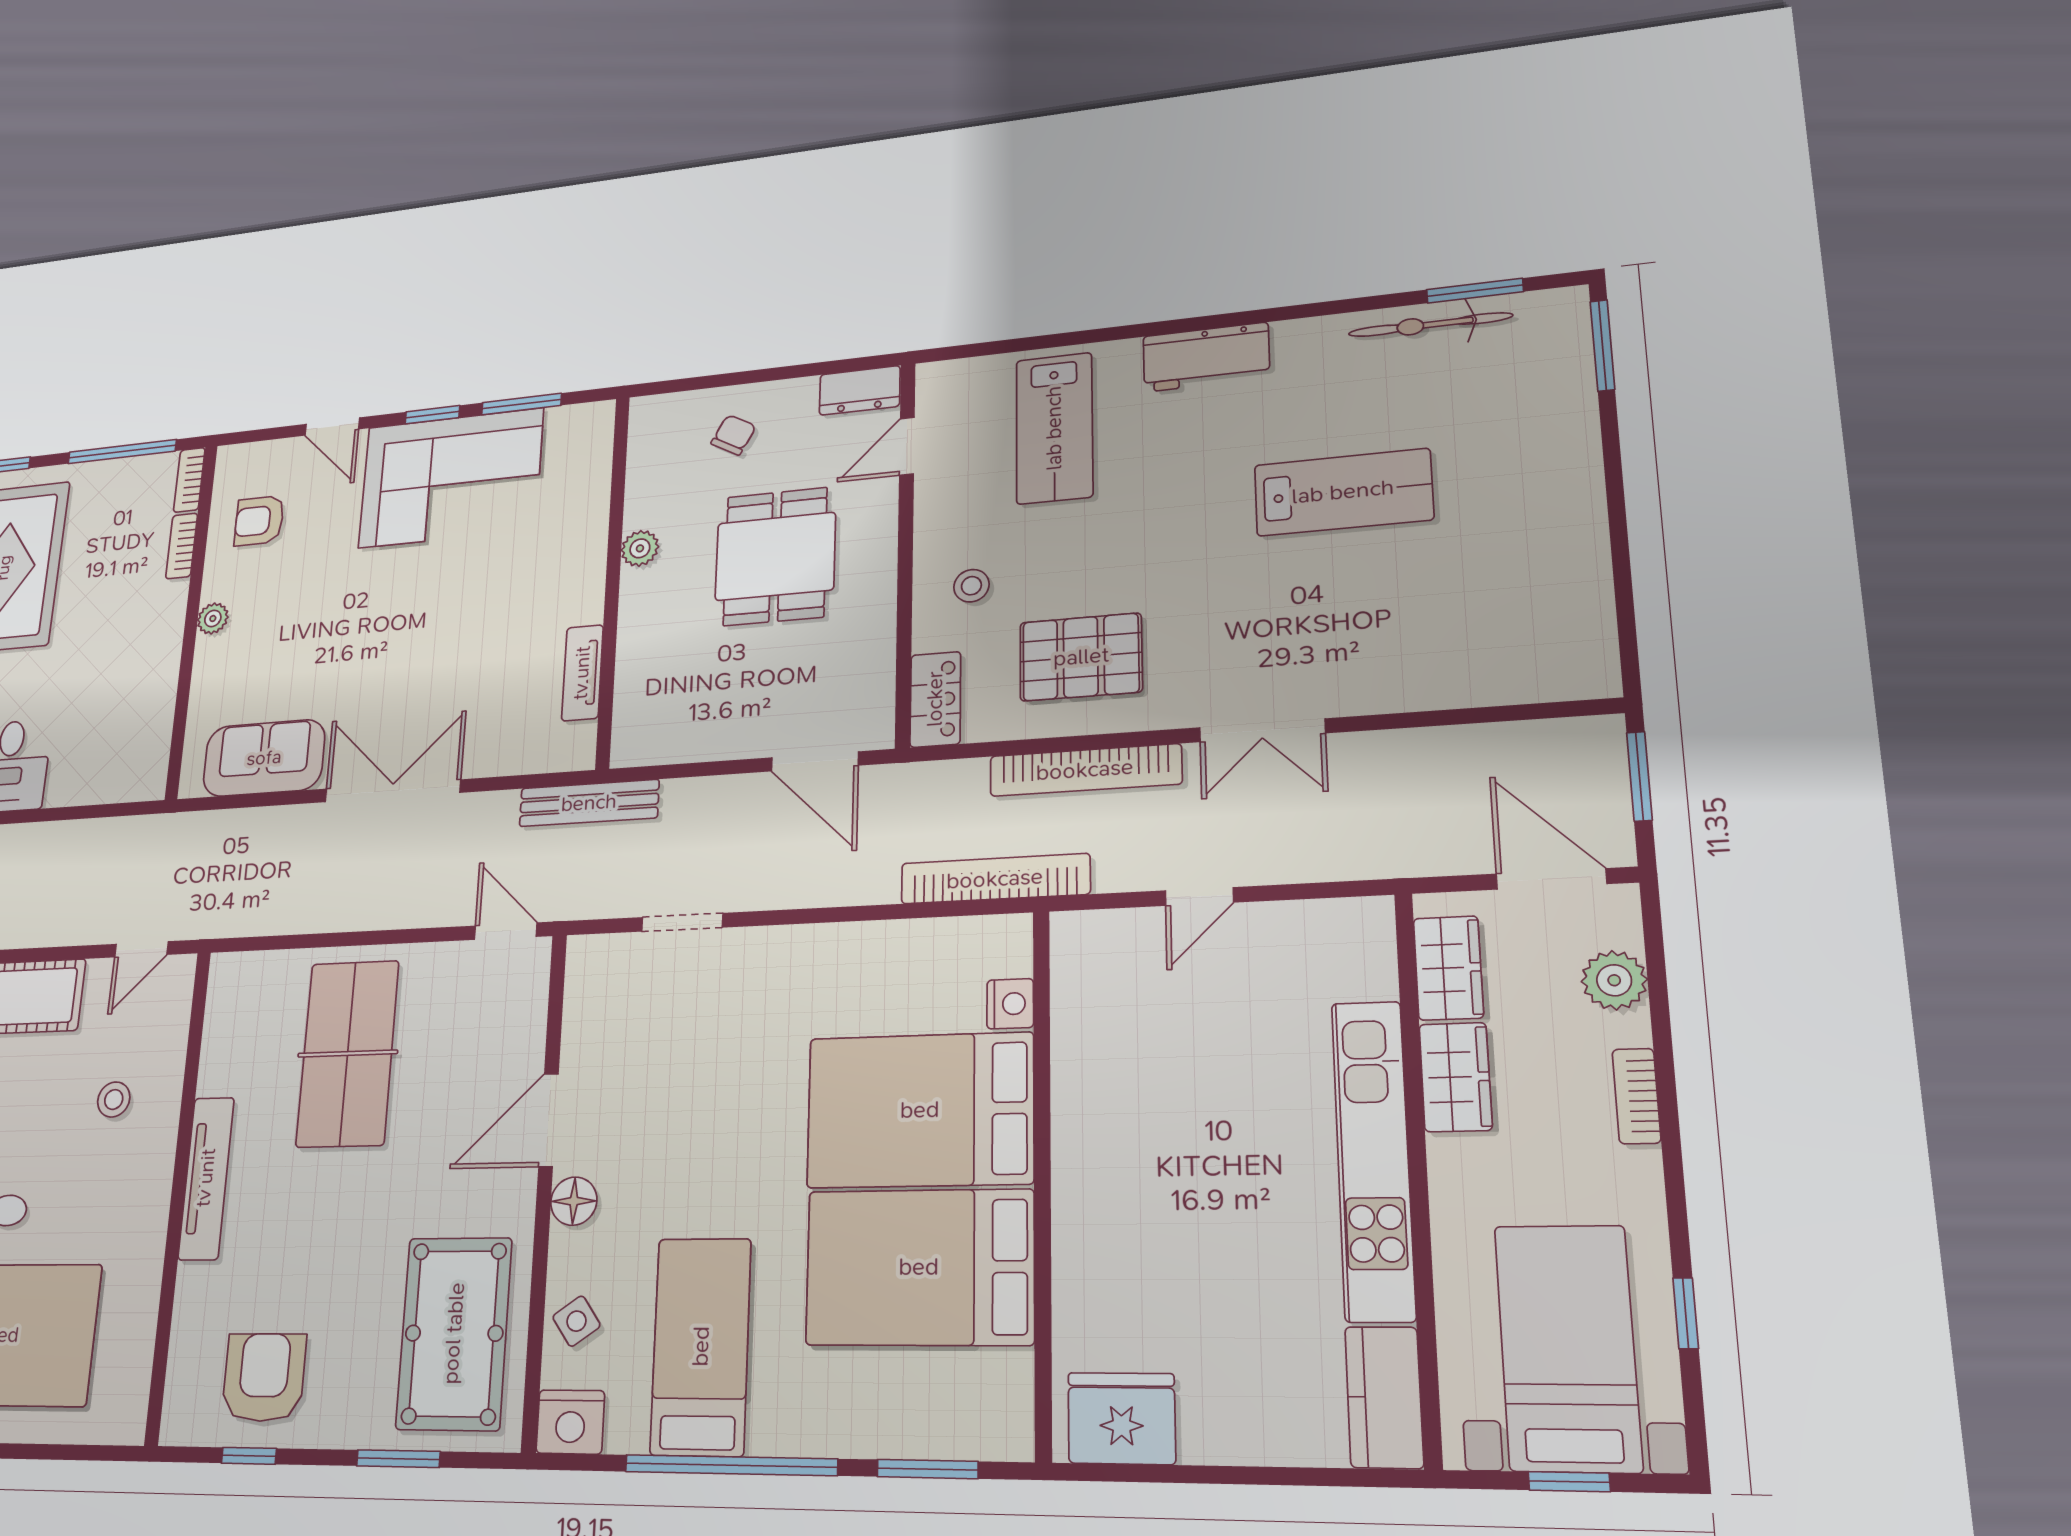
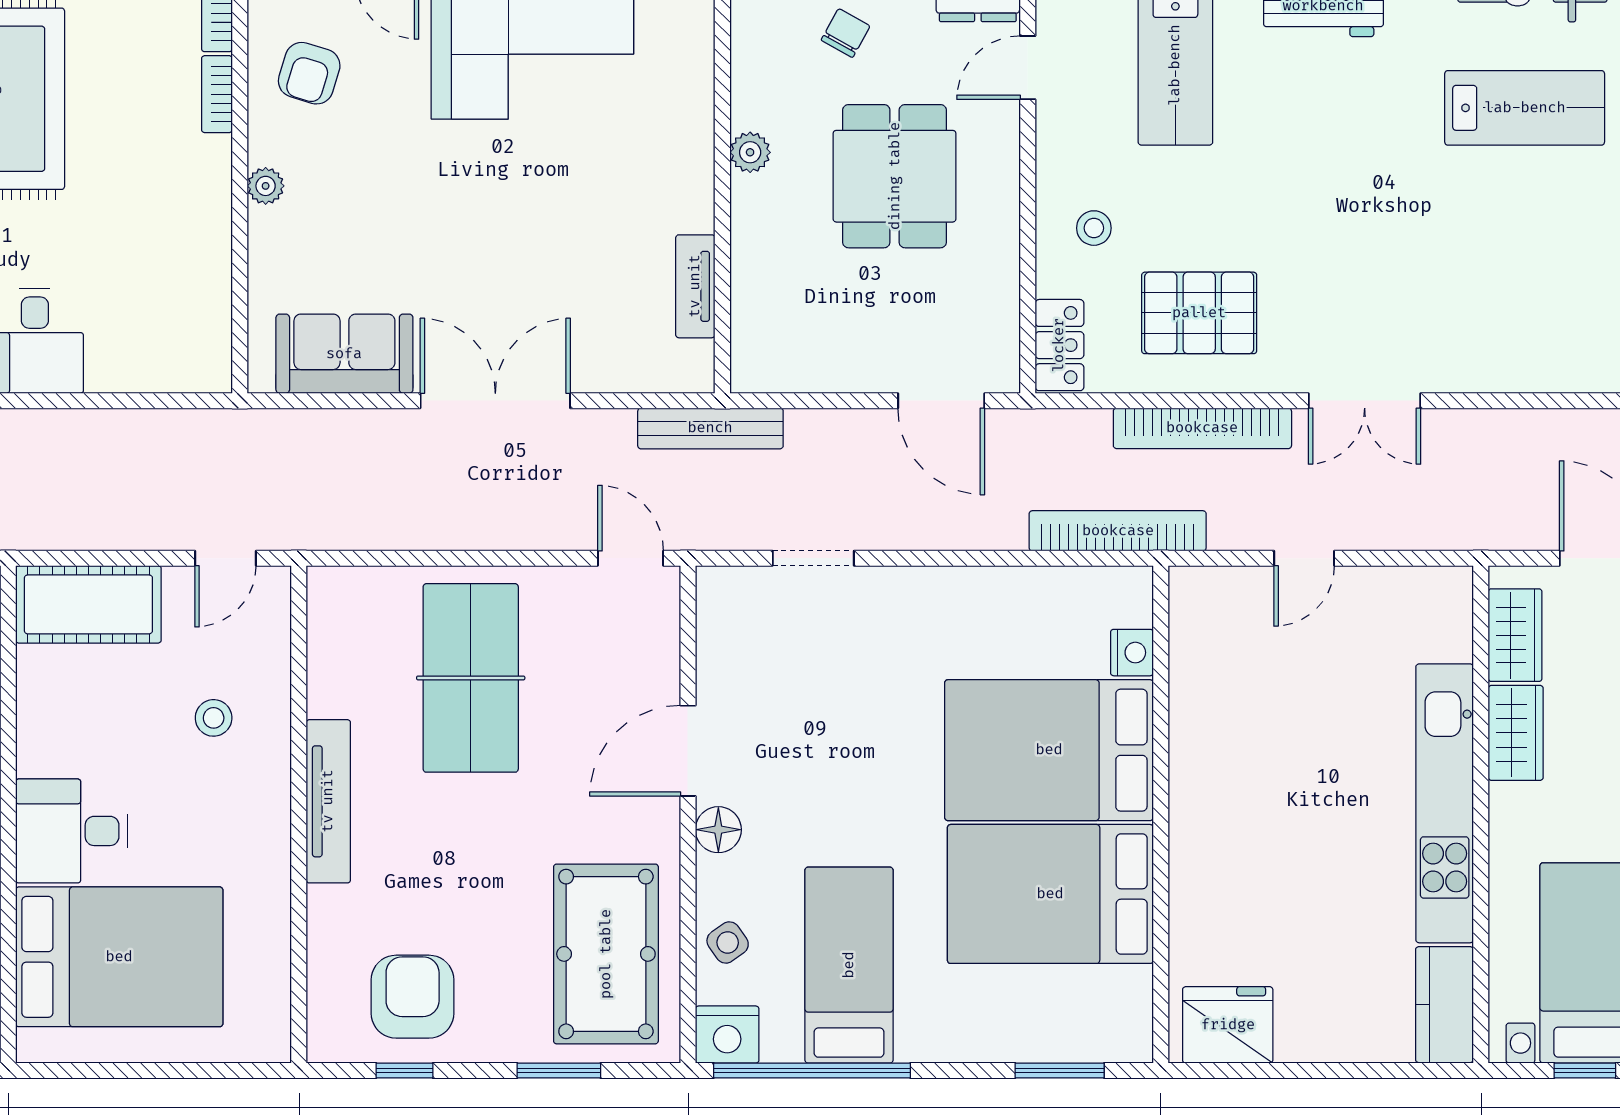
lab bench: (1343, 492) -> (1525, 108), moved
armchair: (259, 521) -> (309, 73), turned -73
window: (731, 1465) -> (812, 1070), moved

